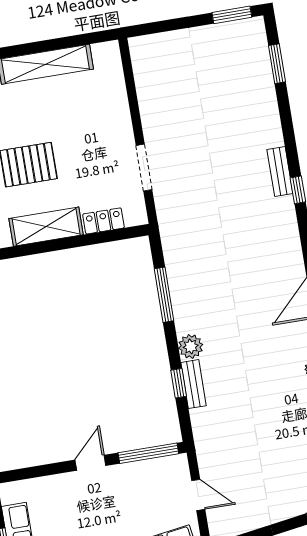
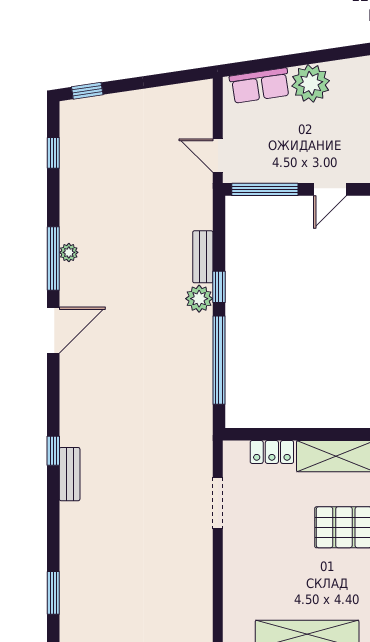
window: (164, 295) -> (219, 360), width x1.46
window: (179, 383) -> (219, 287), moved
door: (198, 495) -> (218, 156), moved

